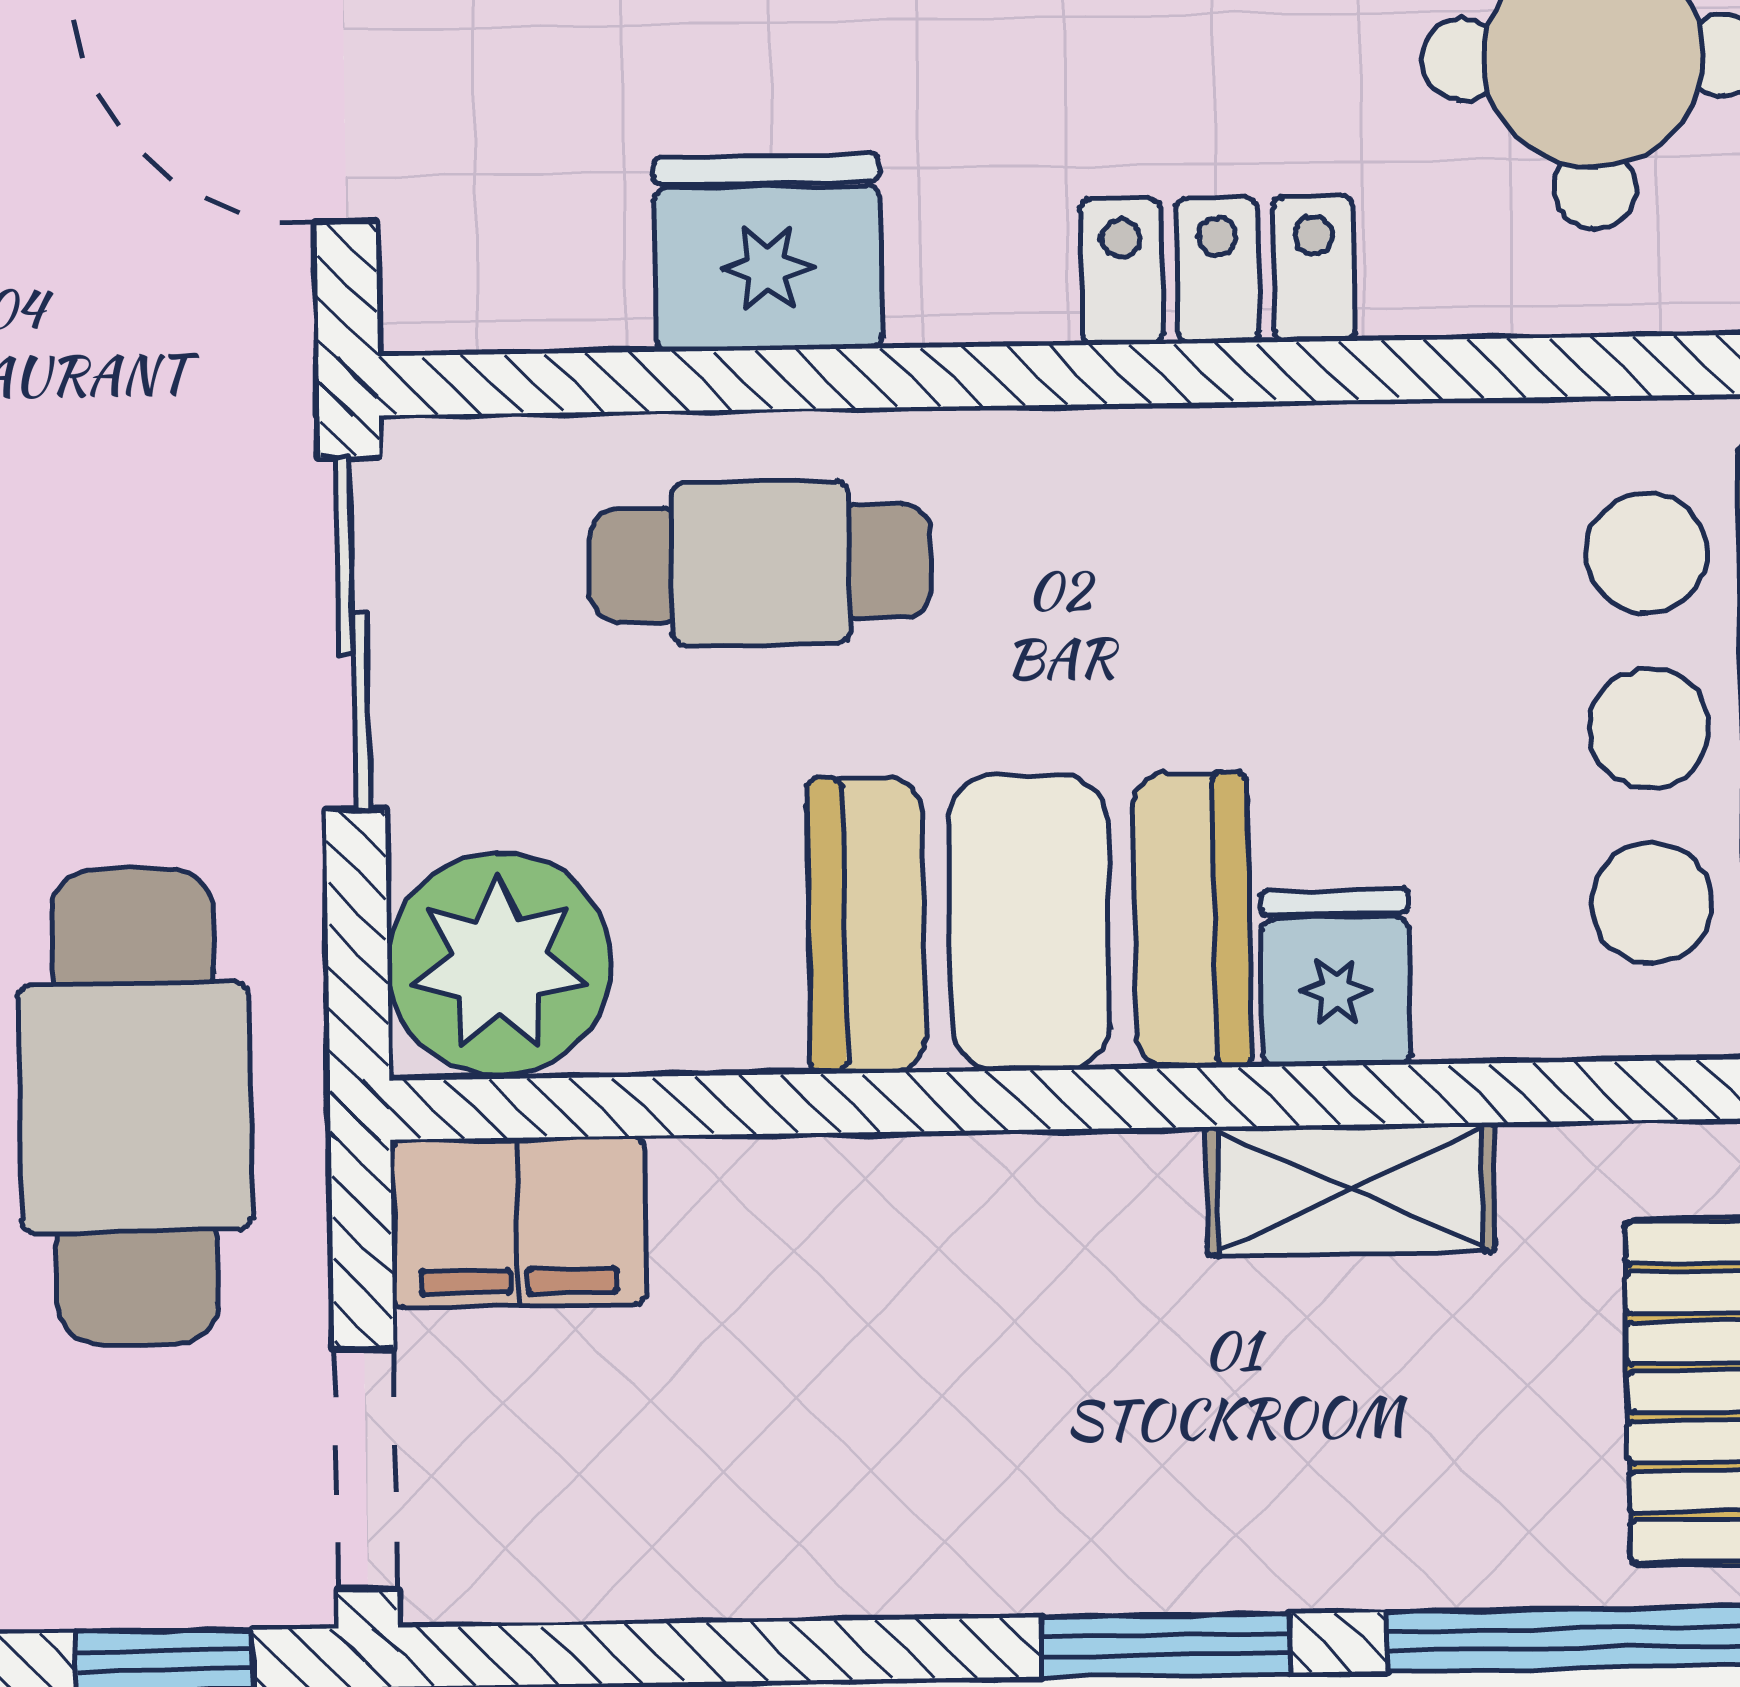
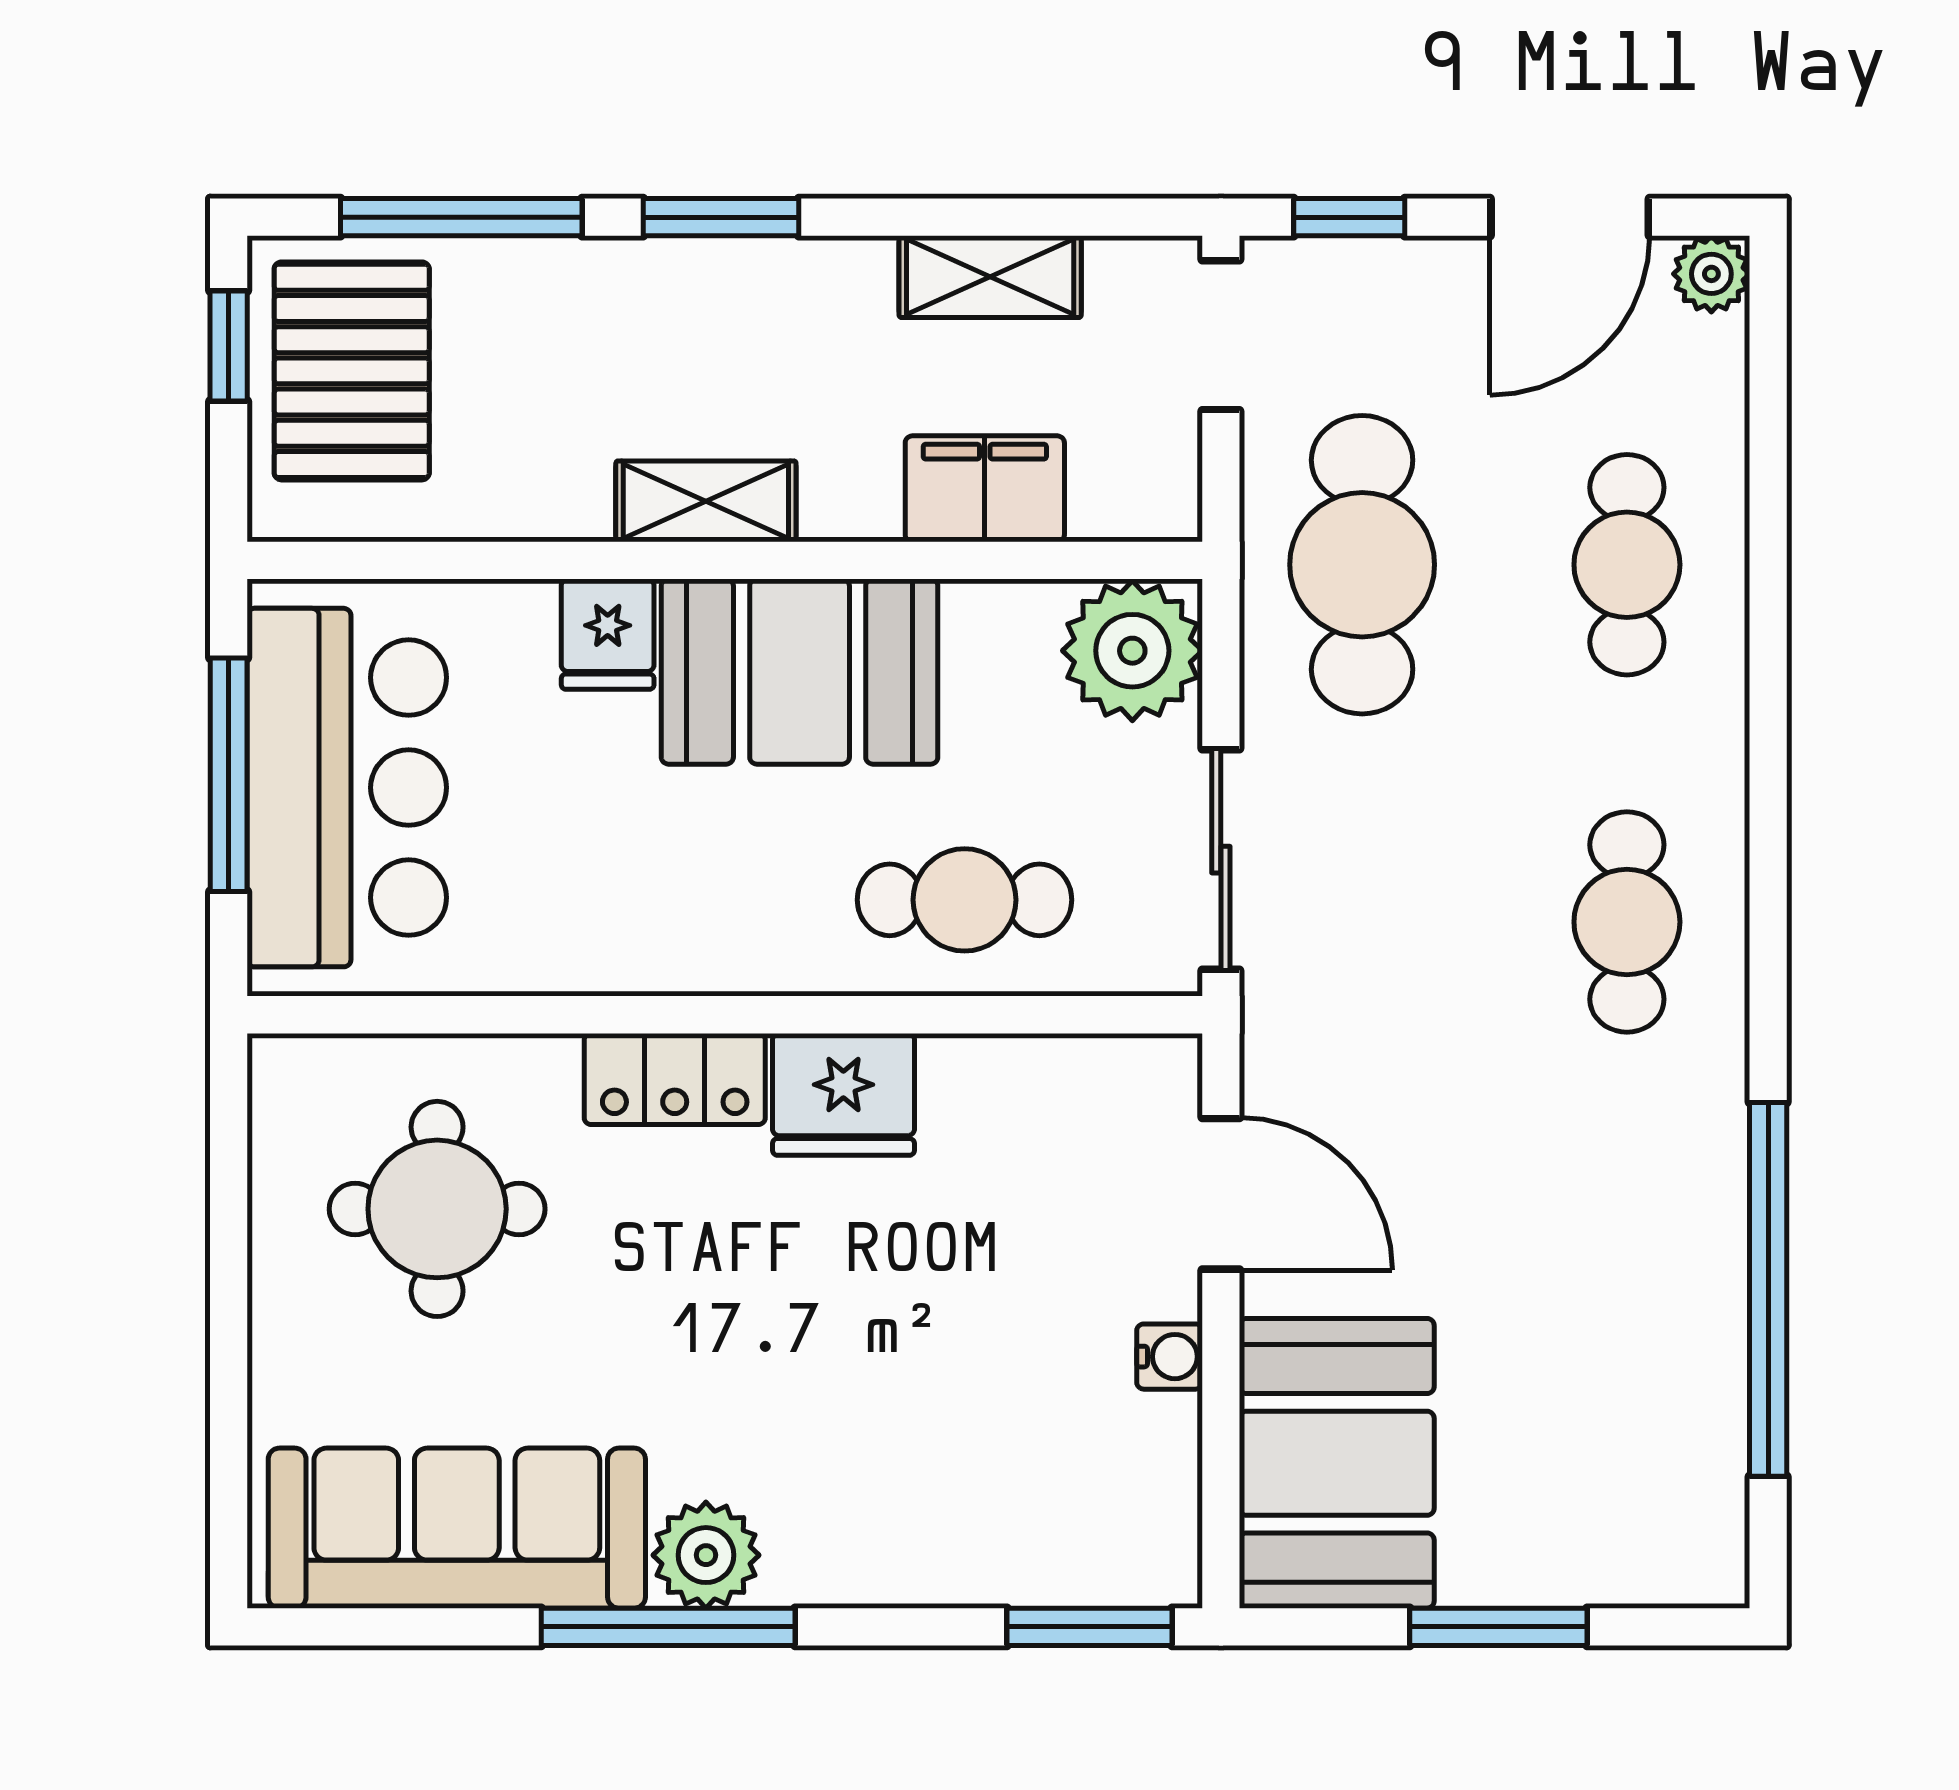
fridge: (768, 253) -> (843, 1094), moved
shelving: (1350, 1189) -> (706, 501), moved
filing cabinet: (518, 1222) -> (985, 489), moved
shelving: (735, 1557) -> (990, 277), added

